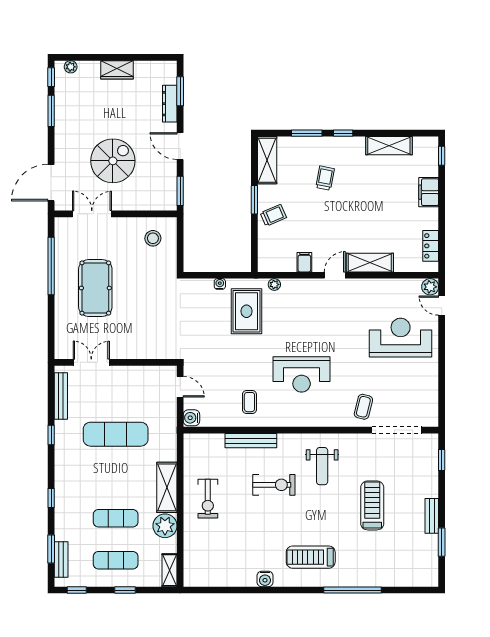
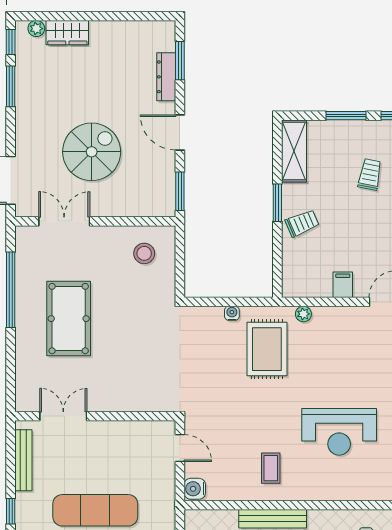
wardrobe: (117, 70) -> (67, 33), moved

